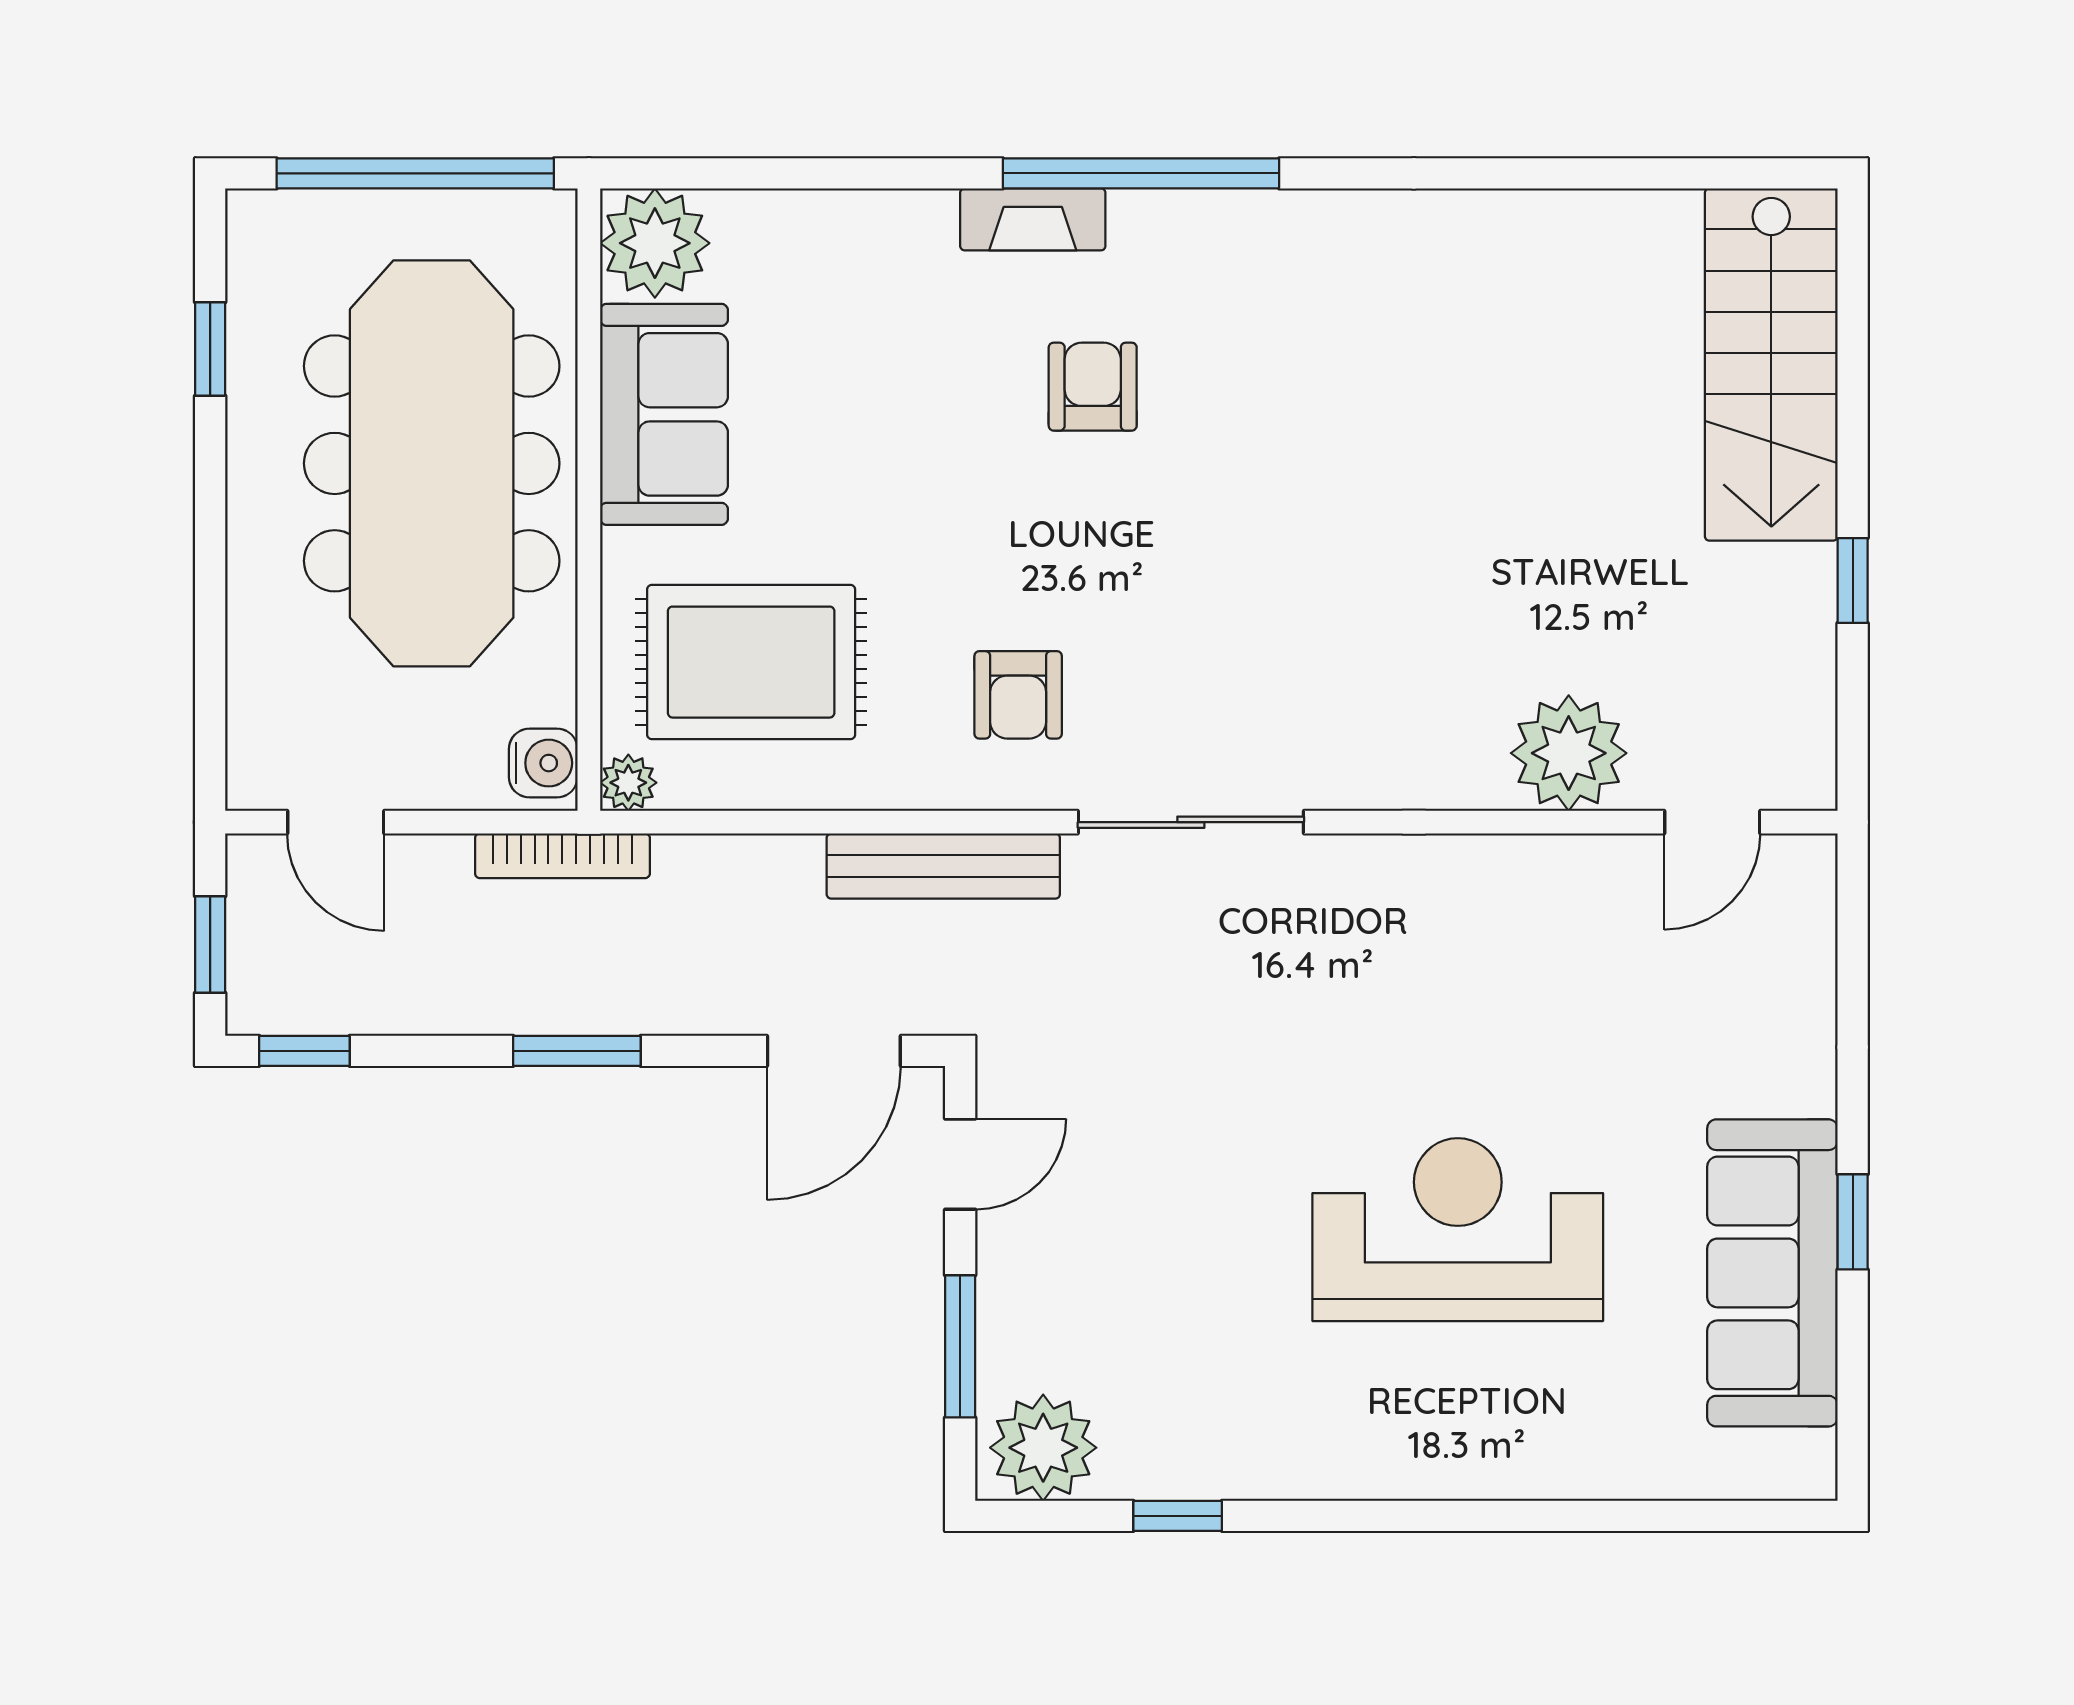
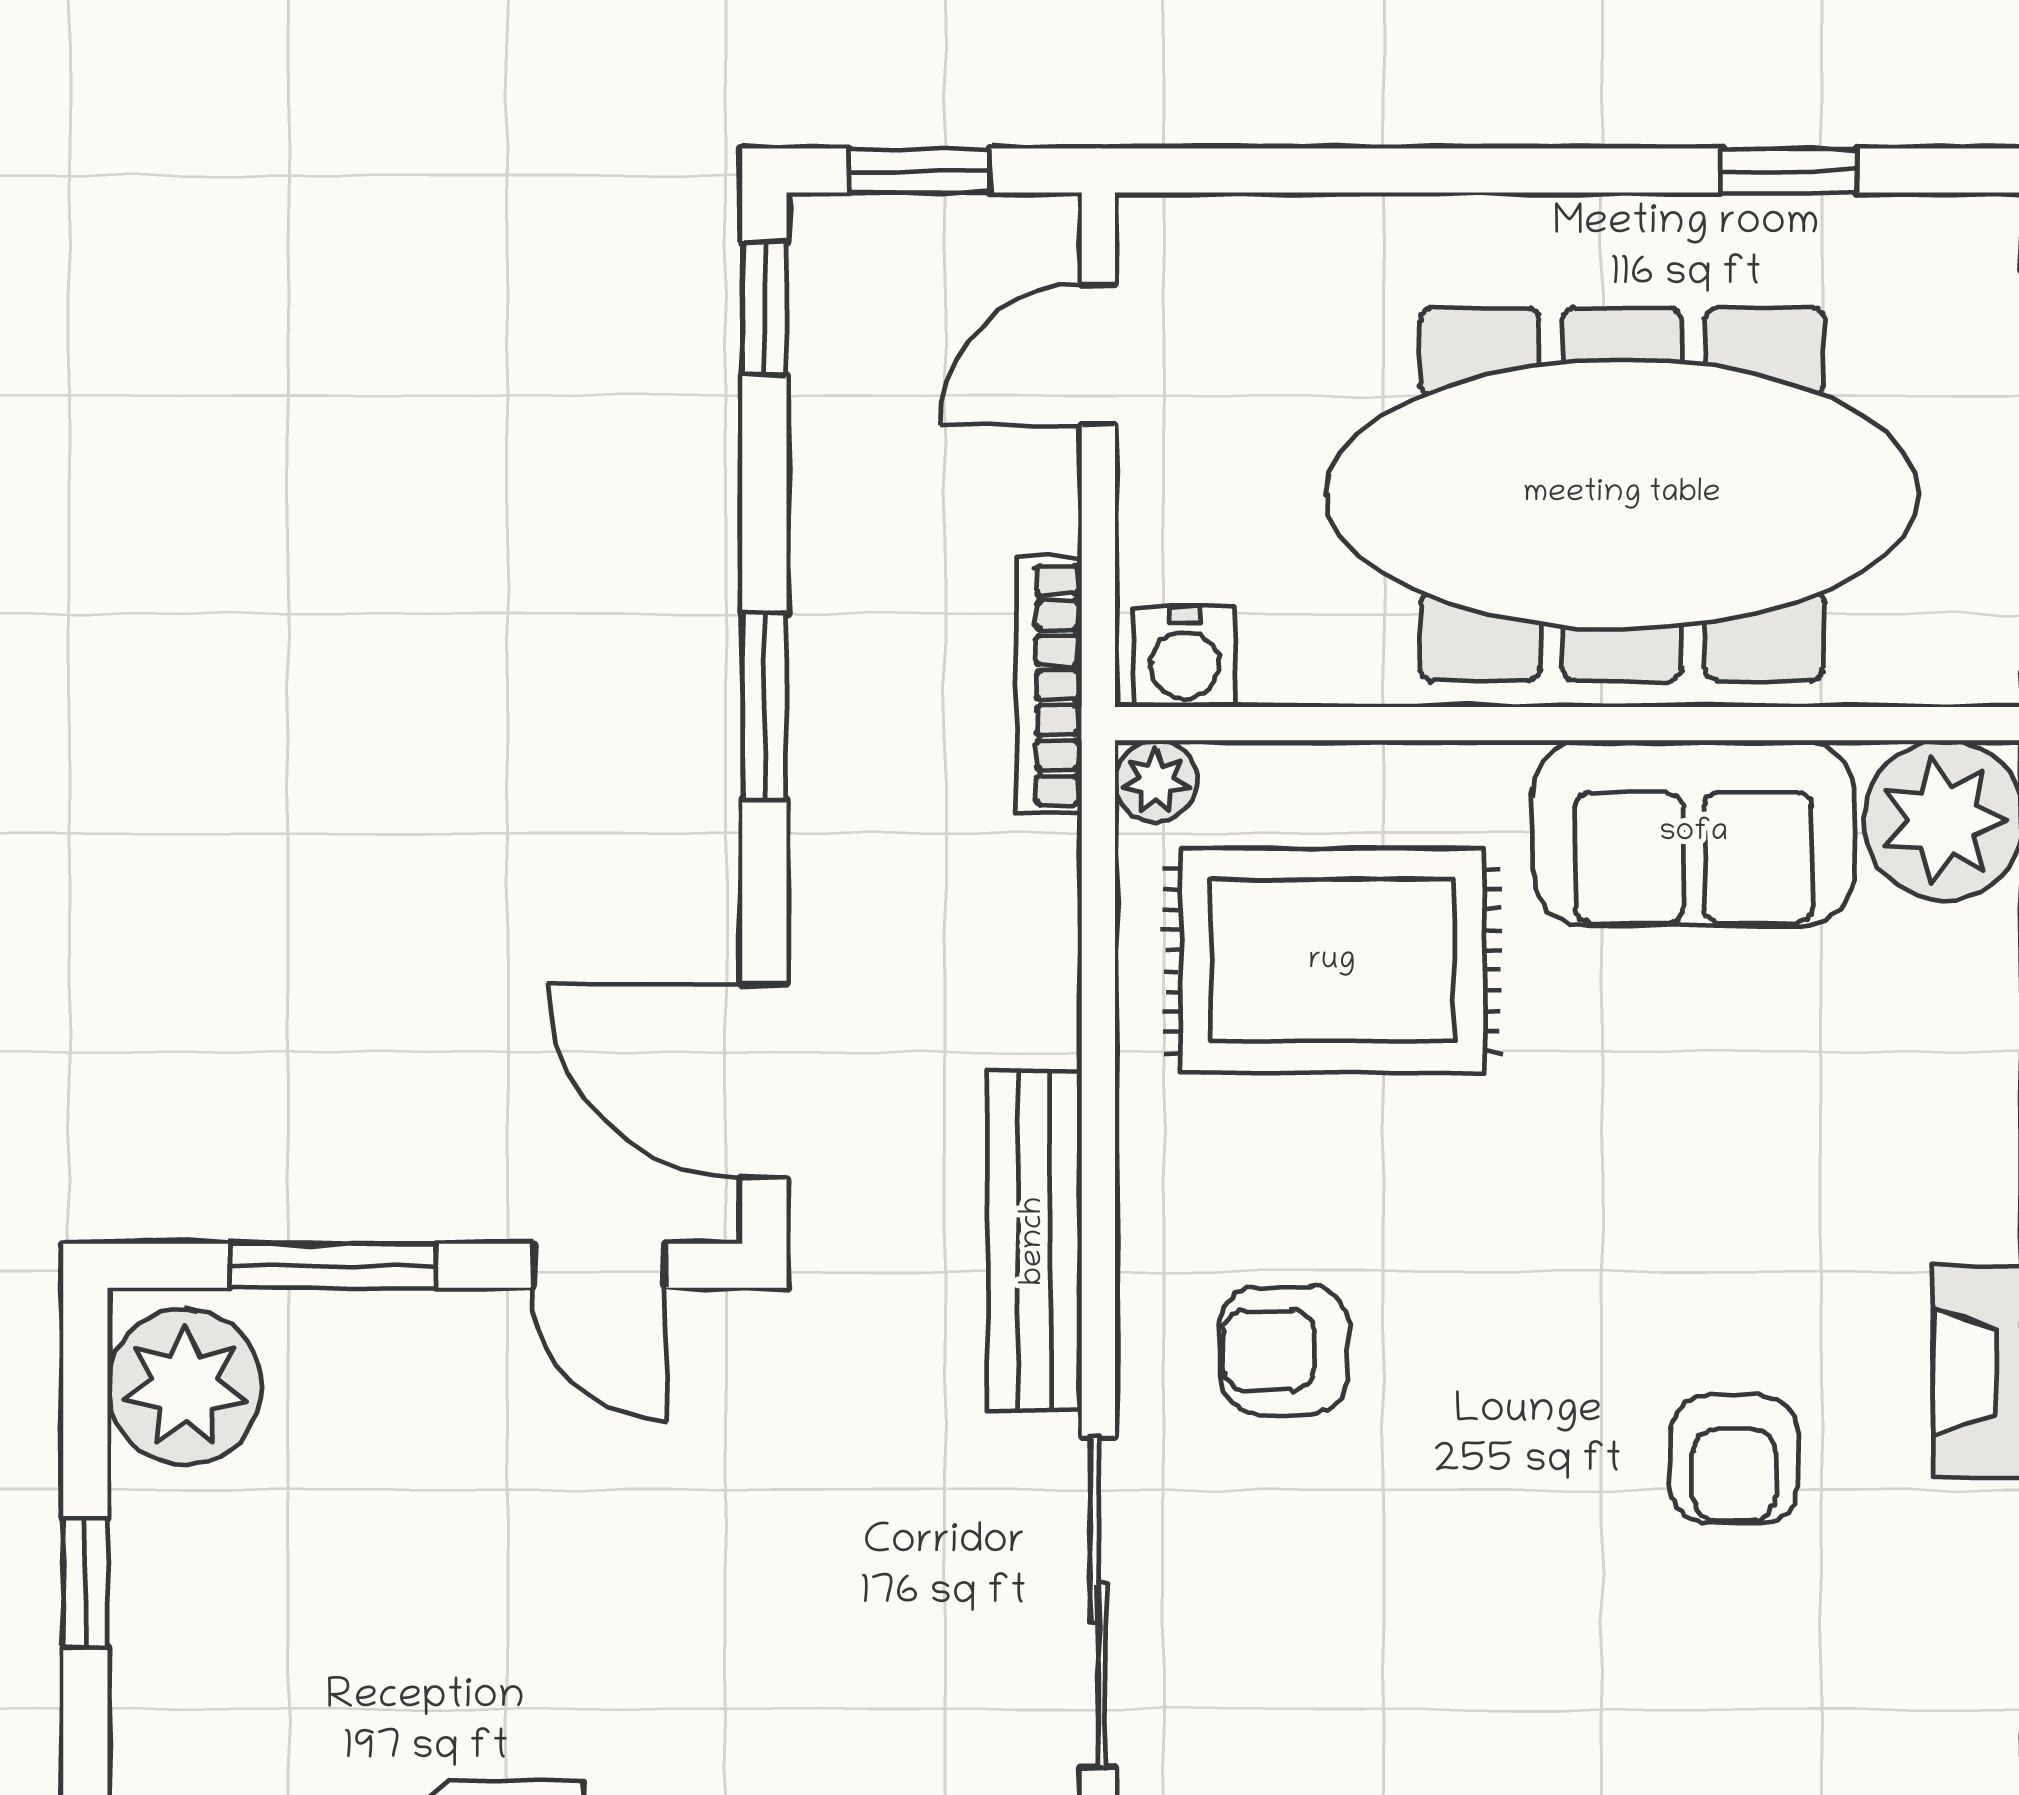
armchair: (1093, 387) -> (1734, 1459), turned 90
rug: (751, 662) -> (1332, 961), turned 90

